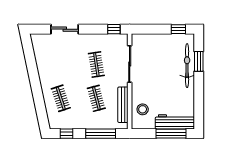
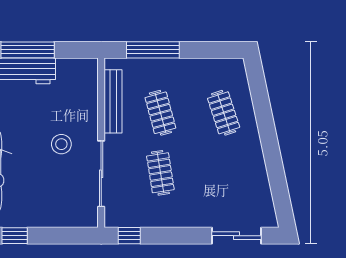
sliding door: (65, 29) -> (237, 236), moved
stool: (143, 109) -> (61, 144), moved
window: (66, 134) -> (213, 50), removed

